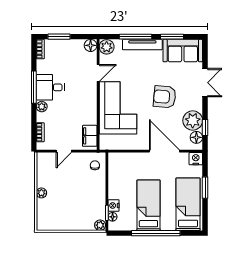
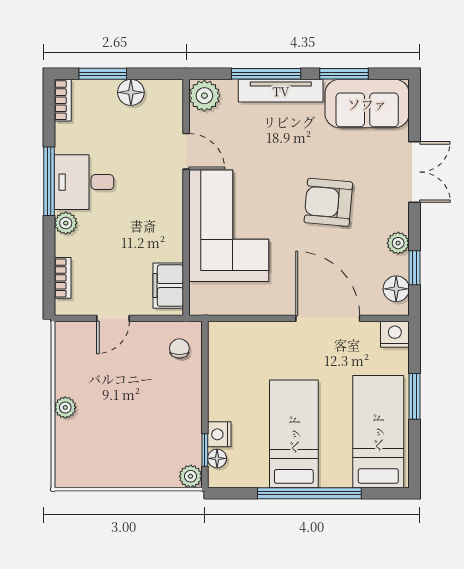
floor lamp: (91, 45) -> (131, 92), moved
door: (98, 73) -> (186, 151), hinge flipped
plant: (193, 121) -> (398, 243), width x0.53, depth x0.53

